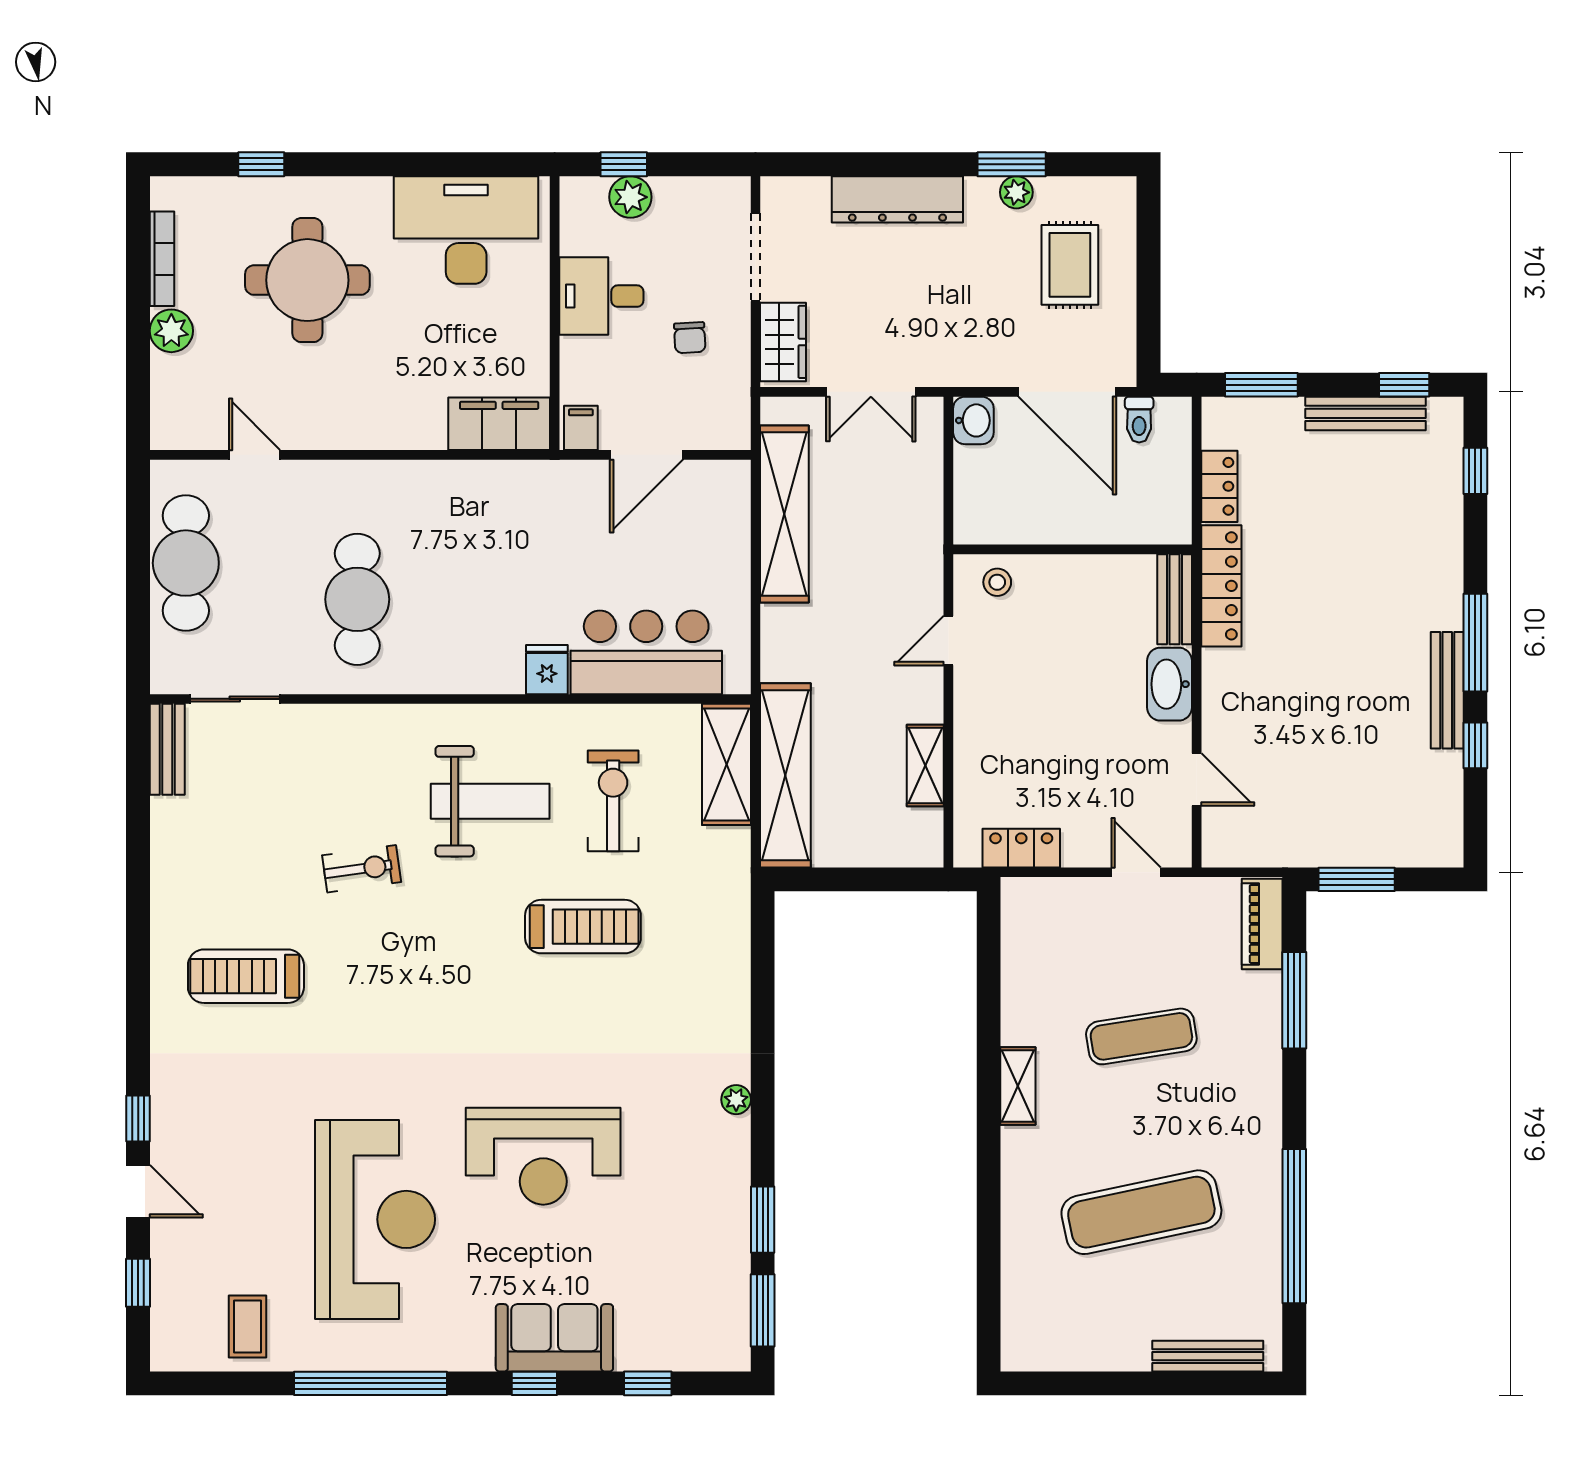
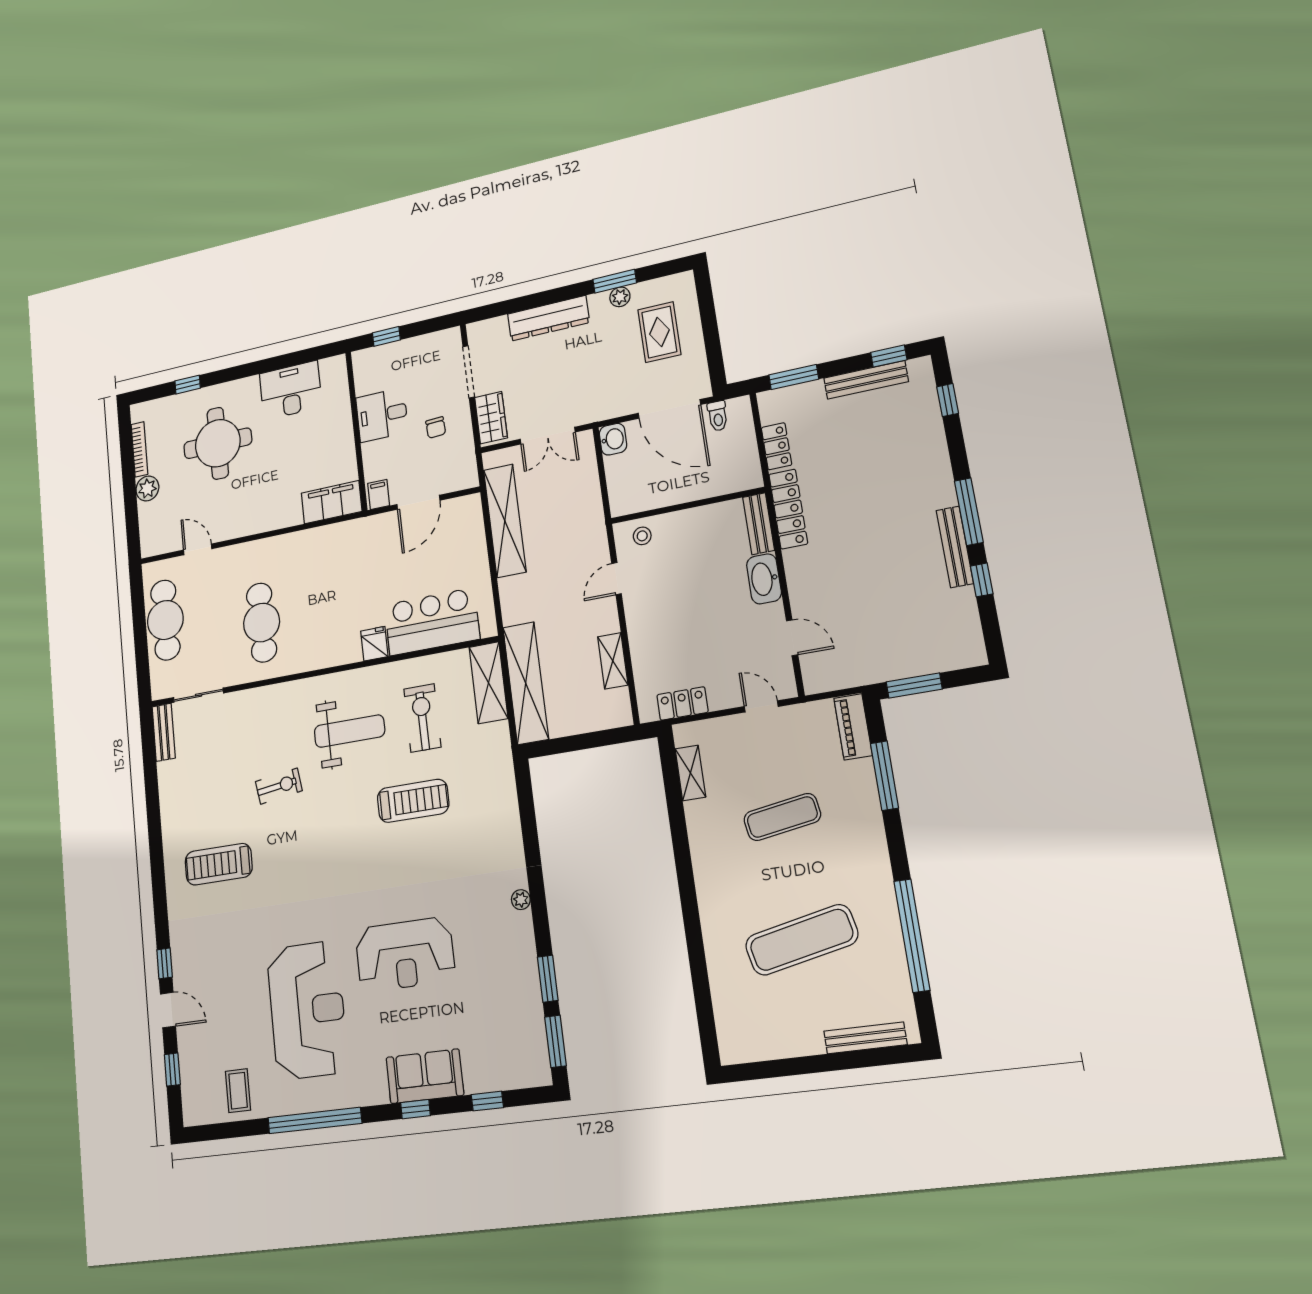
plant: (630, 197) -> (392, 354), removed
desk: (466, 230) -> (291, 390), width x0.73, depth x0.77
shelving: (1018, 1086) -> (690, 773), moved

